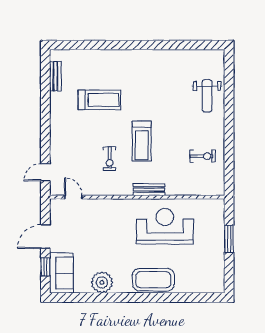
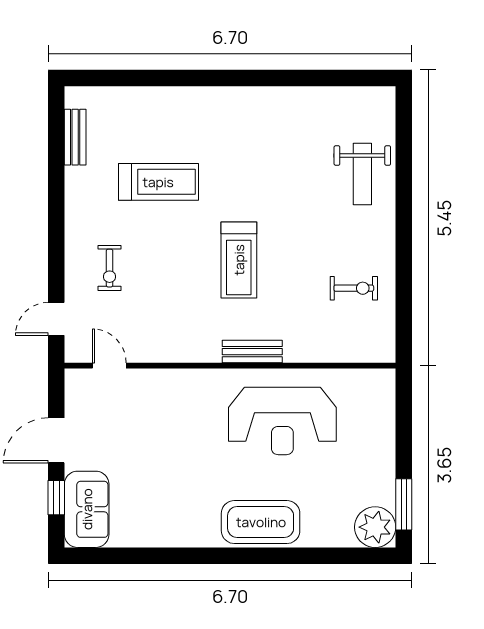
exercise bike: (110, 159) -> (110, 268), moved
reception desk: (165, 226) -> (282, 421), turned 180
window: (229, 239) -> (404, 504), moved
plant: (102, 282) -> (375, 527), moved

